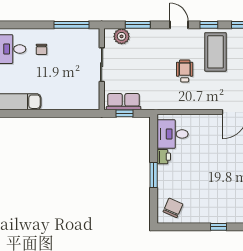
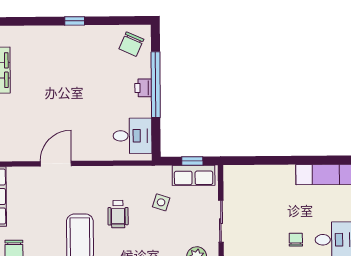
side table: (150, 80) -> (161, 202), added
printer: (164, 157) -> (143, 88), moved
window: (154, 175) -> (156, 85), width x2.11

